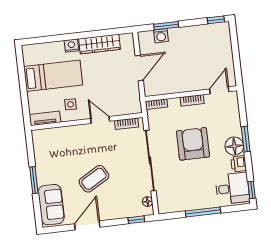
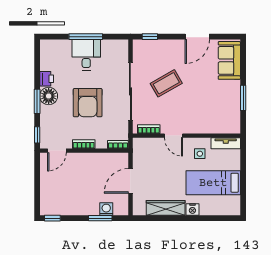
coffee table: (94, 179) -> (166, 83), moved
window: (34, 180) -> (243, 98), moved
desk: (232, 188) -> (86, 55), moved, turned 90
window: (252, 190) -> (37, 135), moved
floor lamp: (147, 202) -> (137, 53), removed

